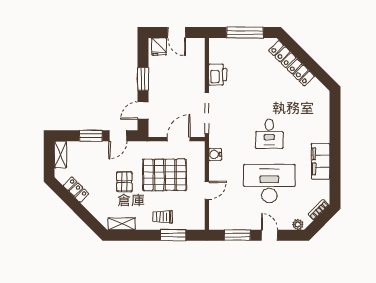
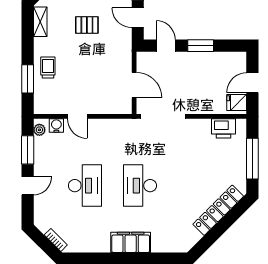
fridge: (159, 47) -> (237, 103), moved
printer: (218, 75) -> (223, 128), moved
desk: (269, 134) -> (140, 186), width x1.37
water cooler: (215, 154) -> (56, 126), moved
filing cabinet: (320, 161) -> (131, 242), moved
pallet: (165, 175) -> (94, 69), removed
desk: (269, 184) -> (85, 186), width x0.73, depth x0.77
plant: (298, 225) -> (39, 130), moved

